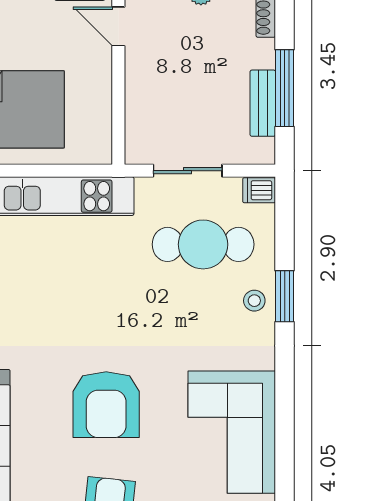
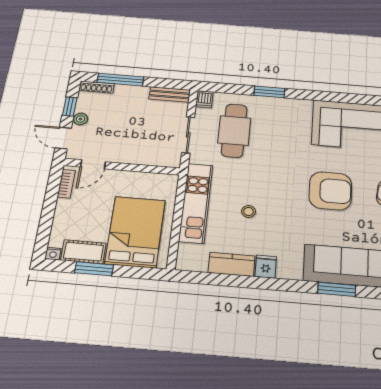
window: (285, 88) -> (120, 80), moved
bench: (263, 103) -> (170, 95), moved
stool: (254, 301) -> (248, 211), moved

